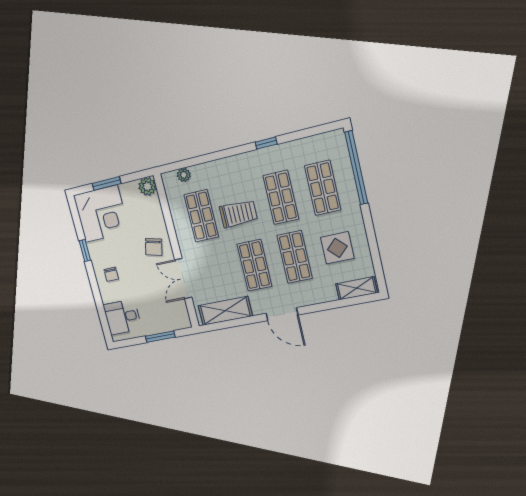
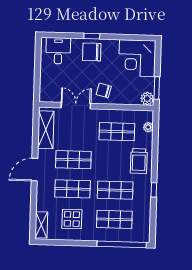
window: (107, 183) -> (157, 88), moved
trolley: (238, 214) -> (139, 161), moved
window: (85, 251) -> (92, 36), moved
chair: (111, 274) -> (92, 52), width x1.87, depth x1.87
window: (160, 337) -> (37, 76), removed

